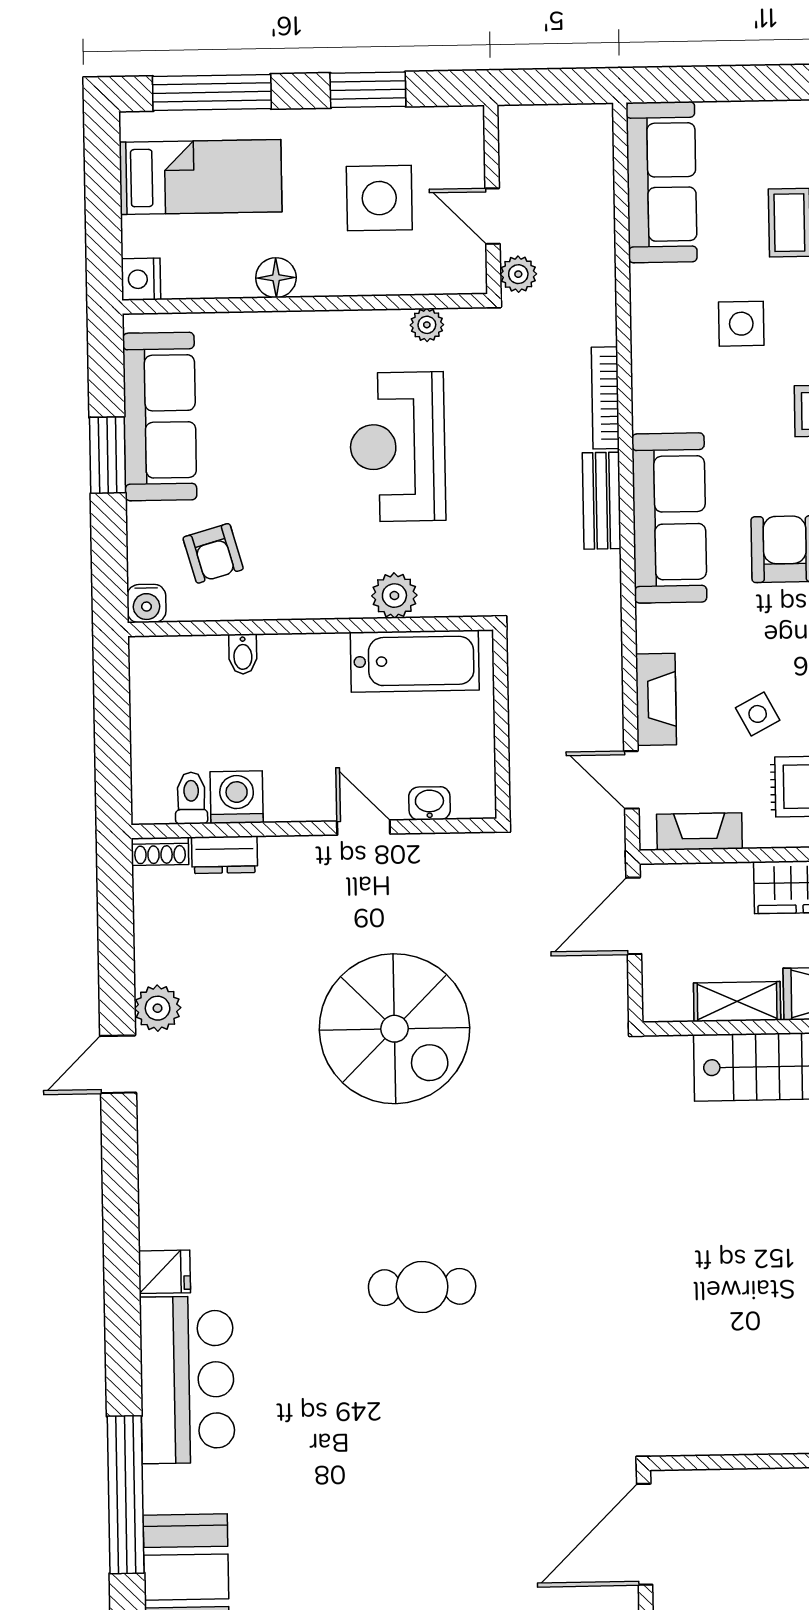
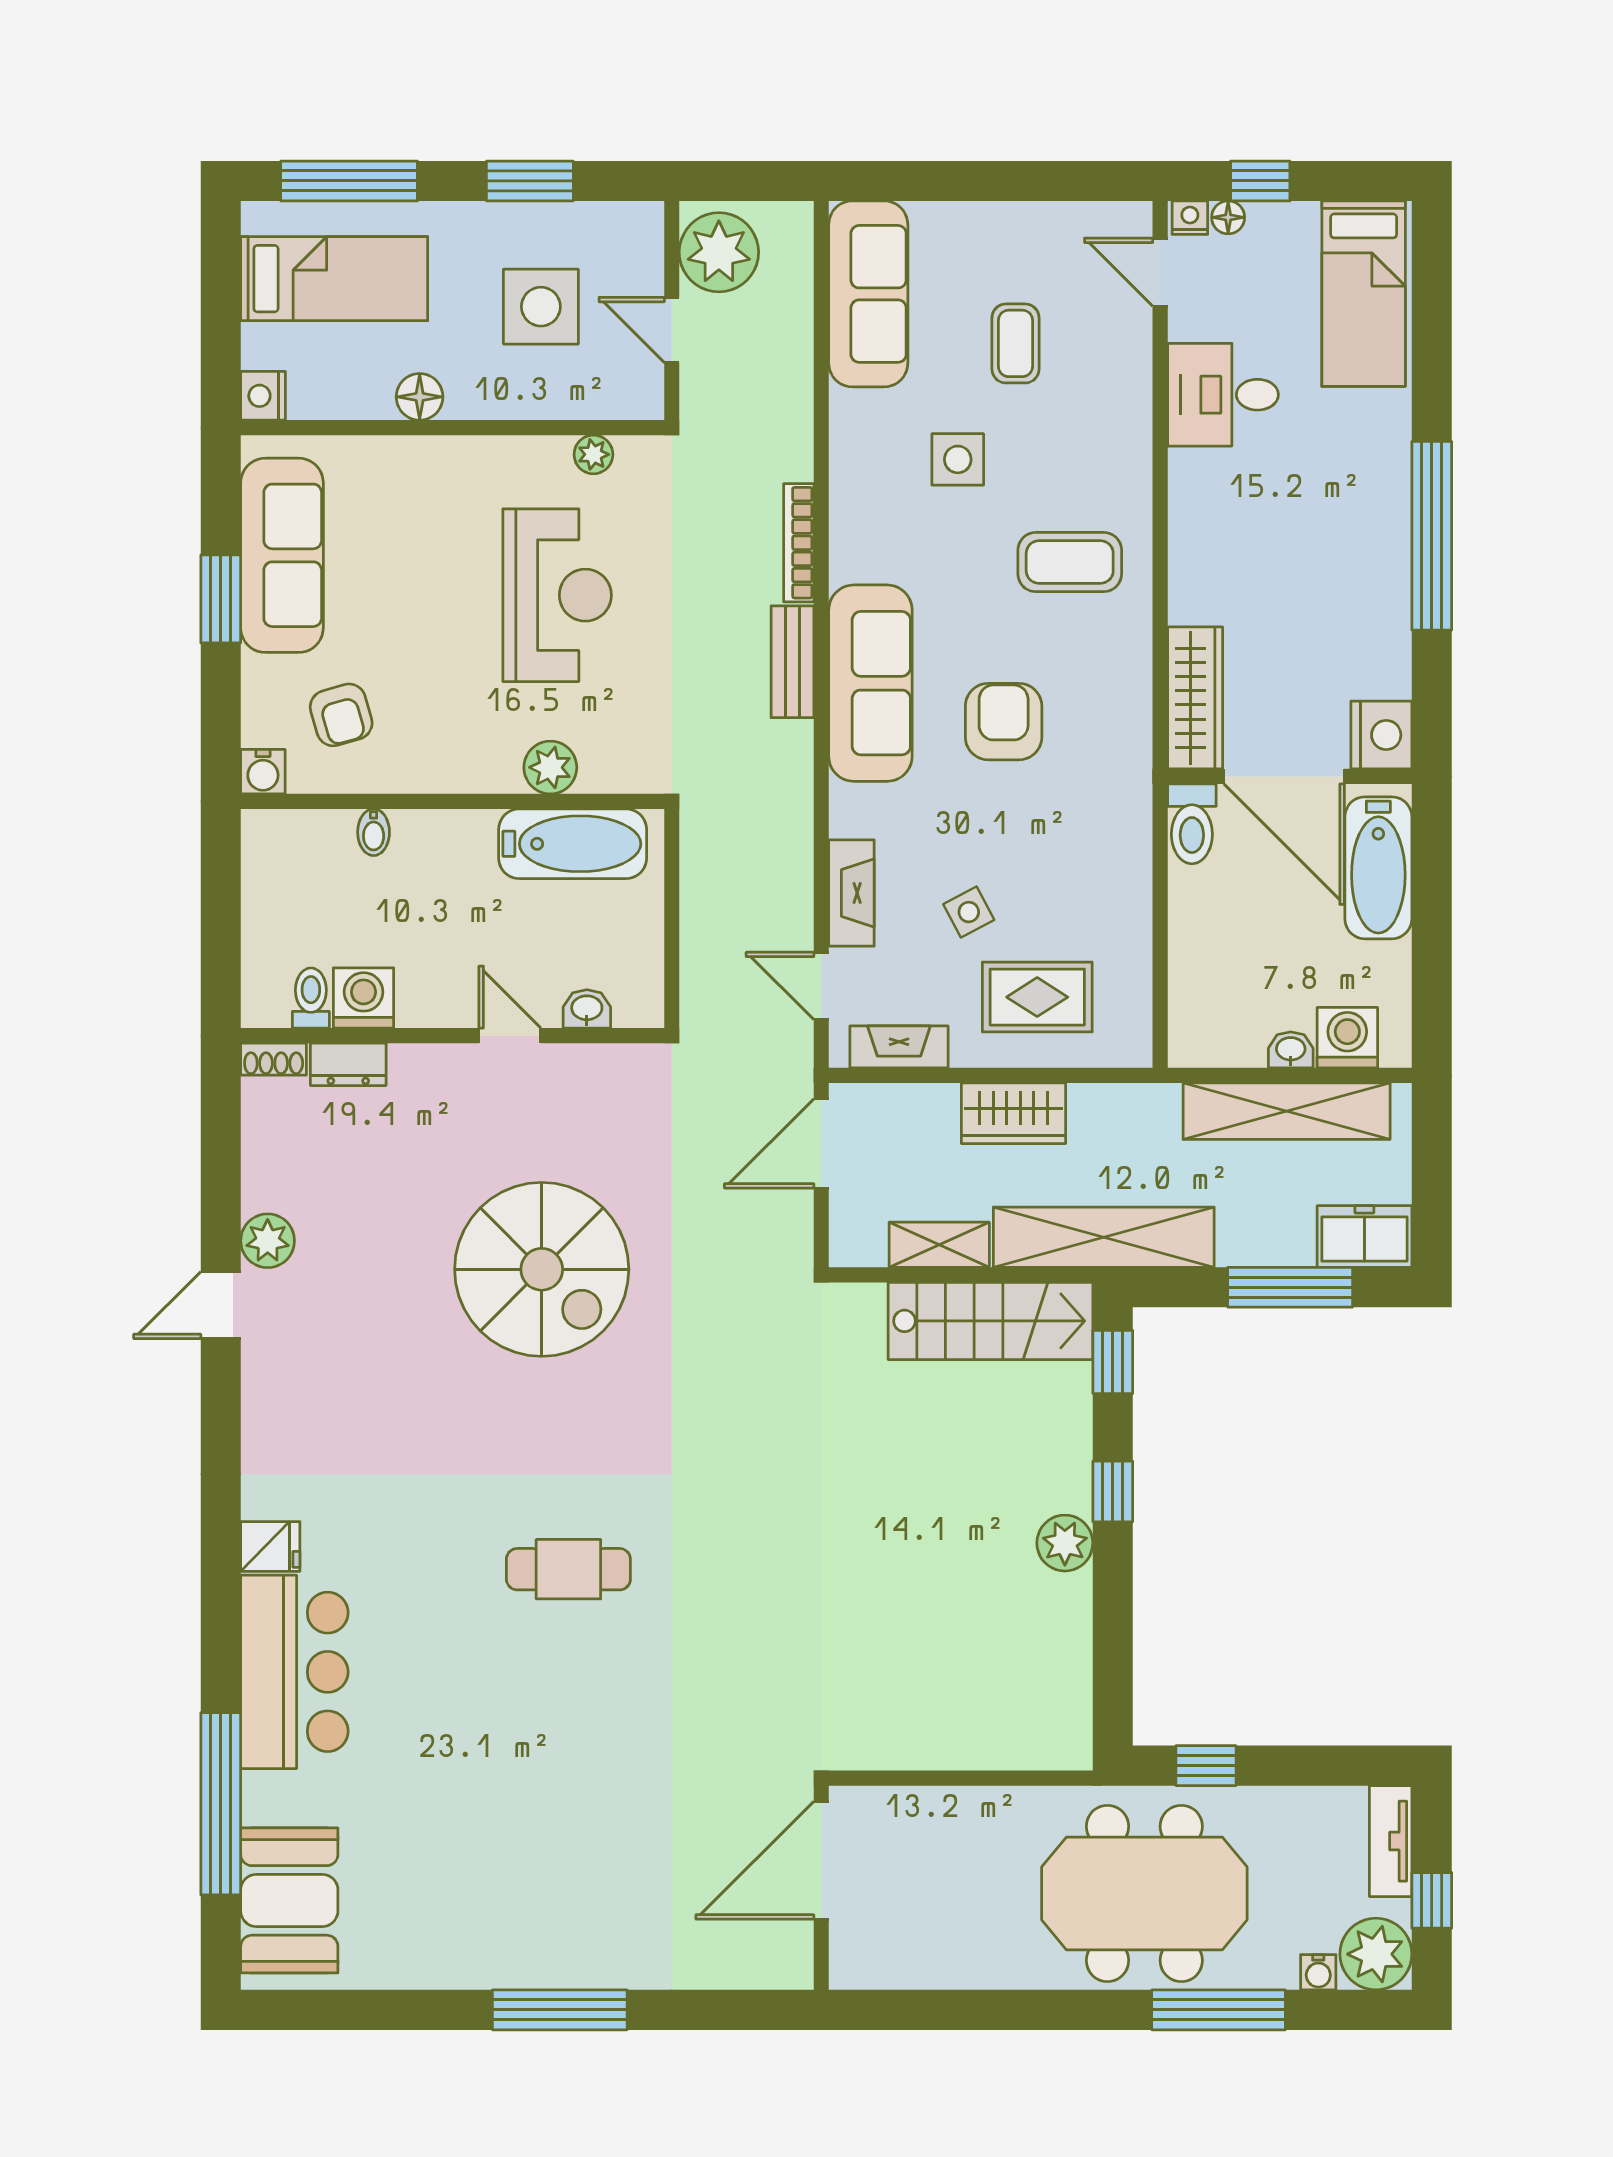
plant: (518, 274) -> (719, 252), moved, width x1.88, depth x1.88
reception desk: (398, 447) -> (557, 595), turned 180

